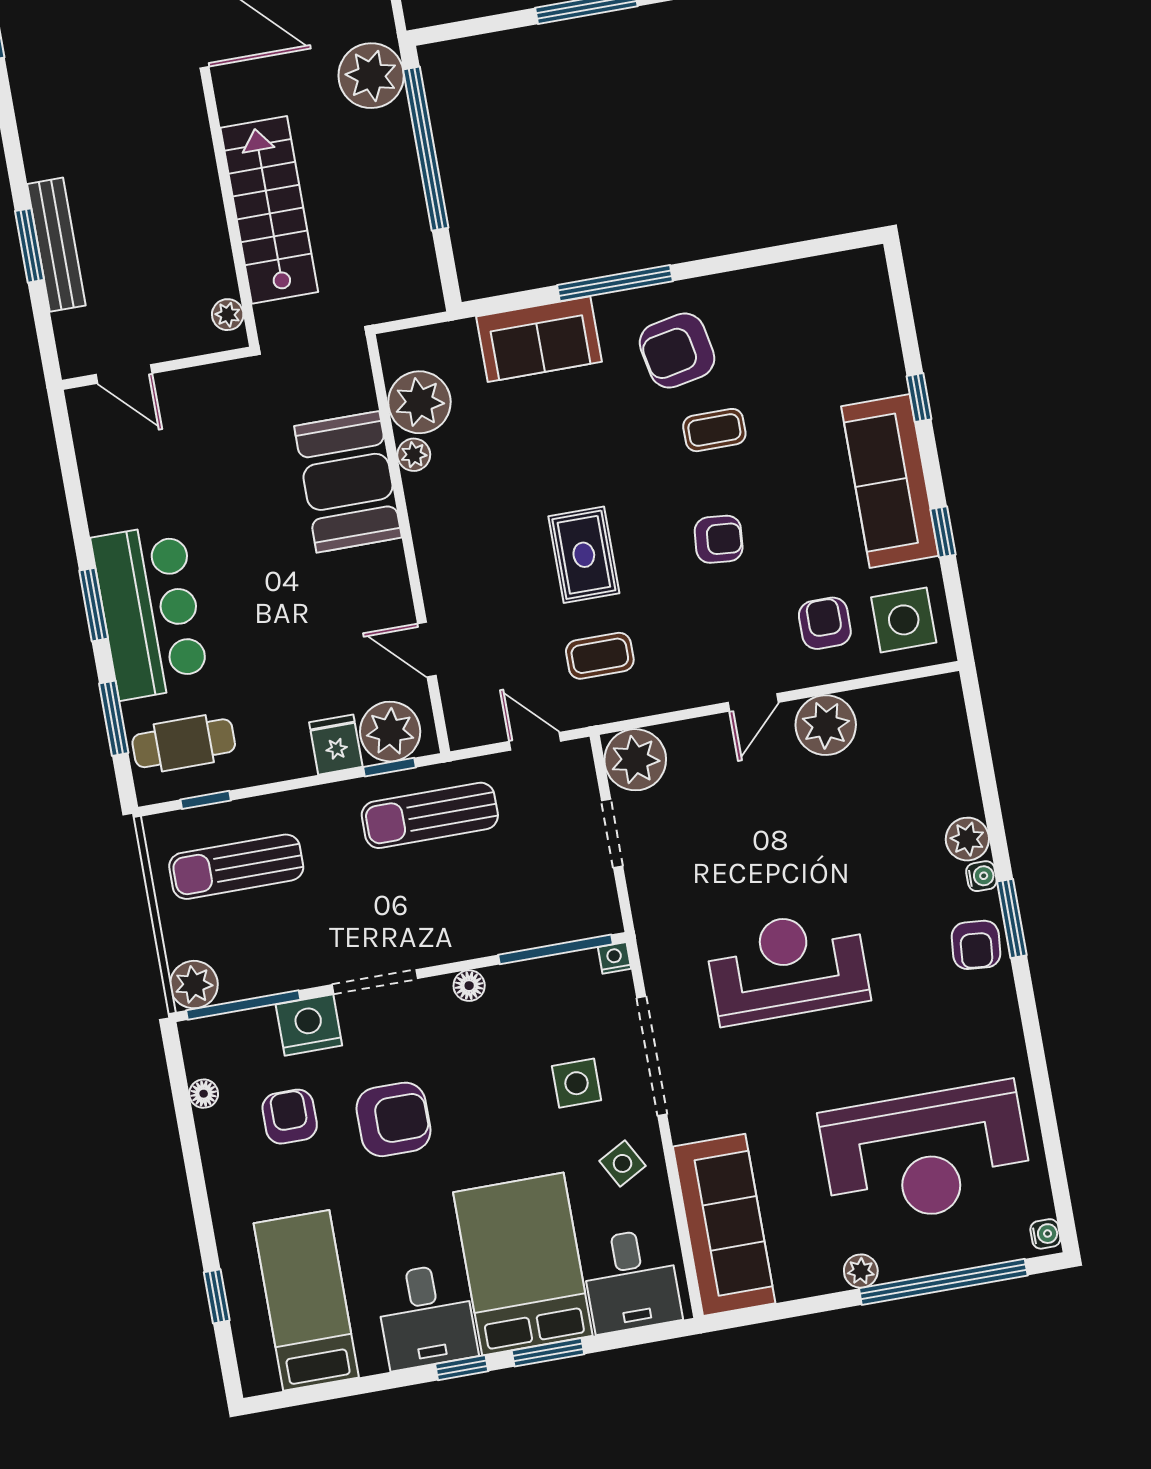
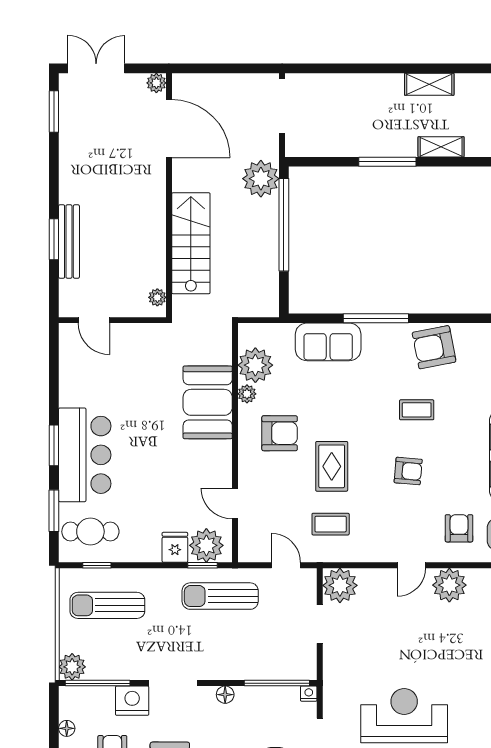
armchair: (677, 351) -> (434, 347), moved
armchair: (483, 513) -> (280, 433), added

